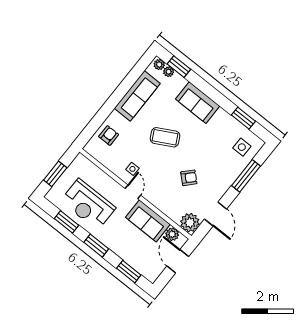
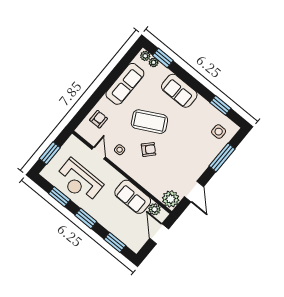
coffee table: (165, 137) -> (149, 122), width x1.36, depth x1.32
armchair: (189, 178) -> (149, 149), moved
door: (133, 192) -> (99, 153), moved

